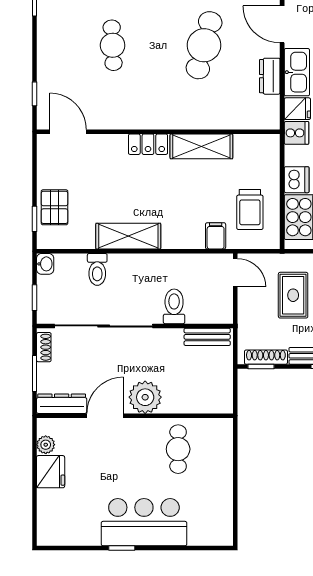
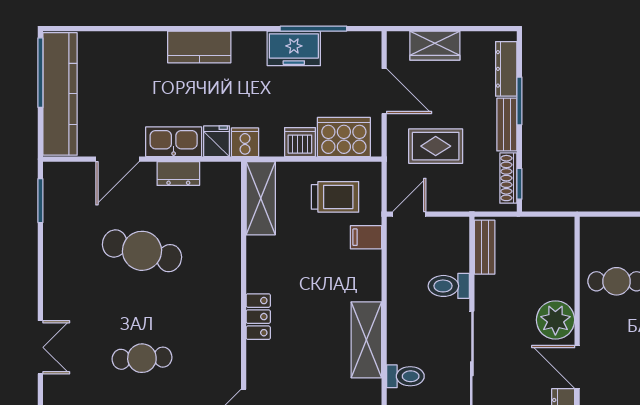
shelving: (201, 146) -> (261, 198), moved

